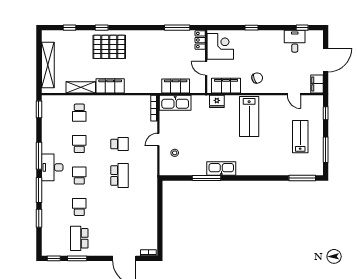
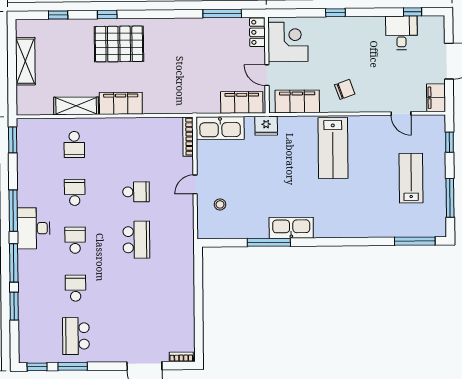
shelving: (48, 65) -> (25, 61), width x0.68
filing cabinet: (176, 86) -> (242, 102), moved
fridge: (217, 101) -> (266, 126), moved

